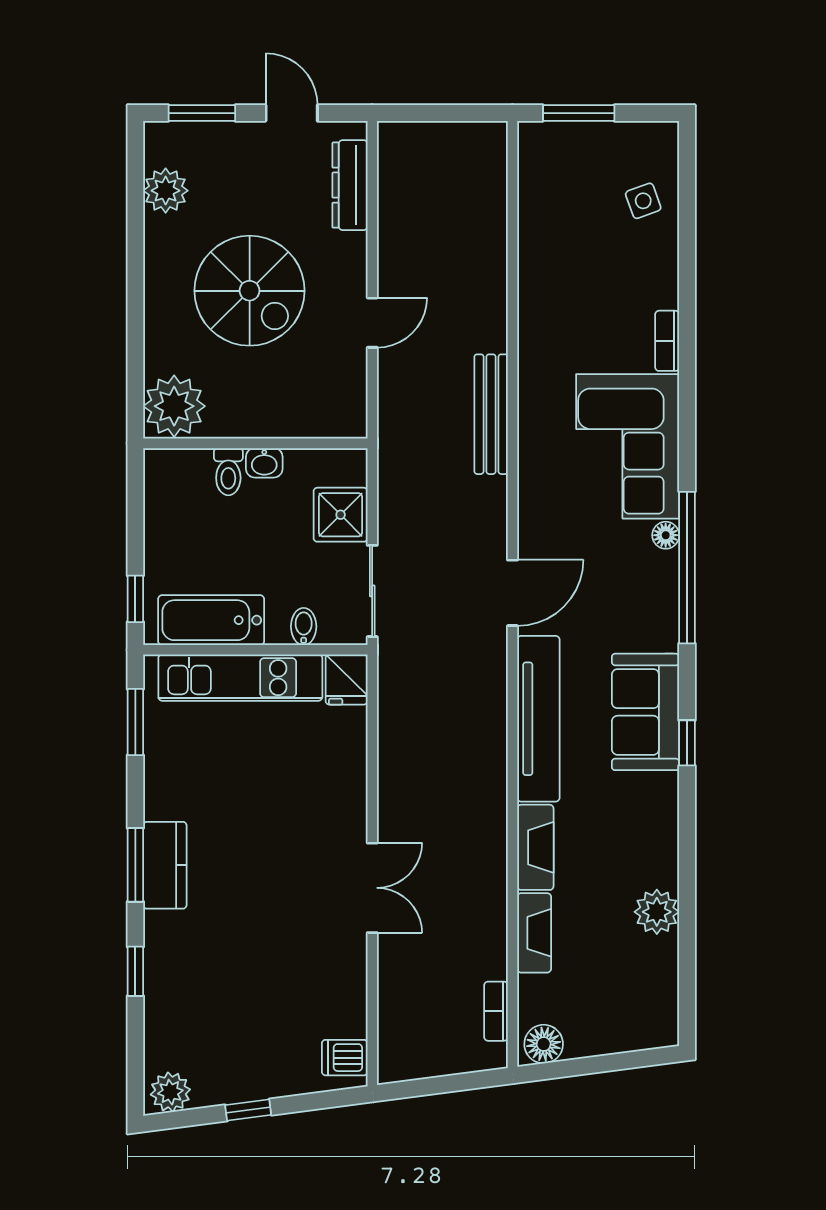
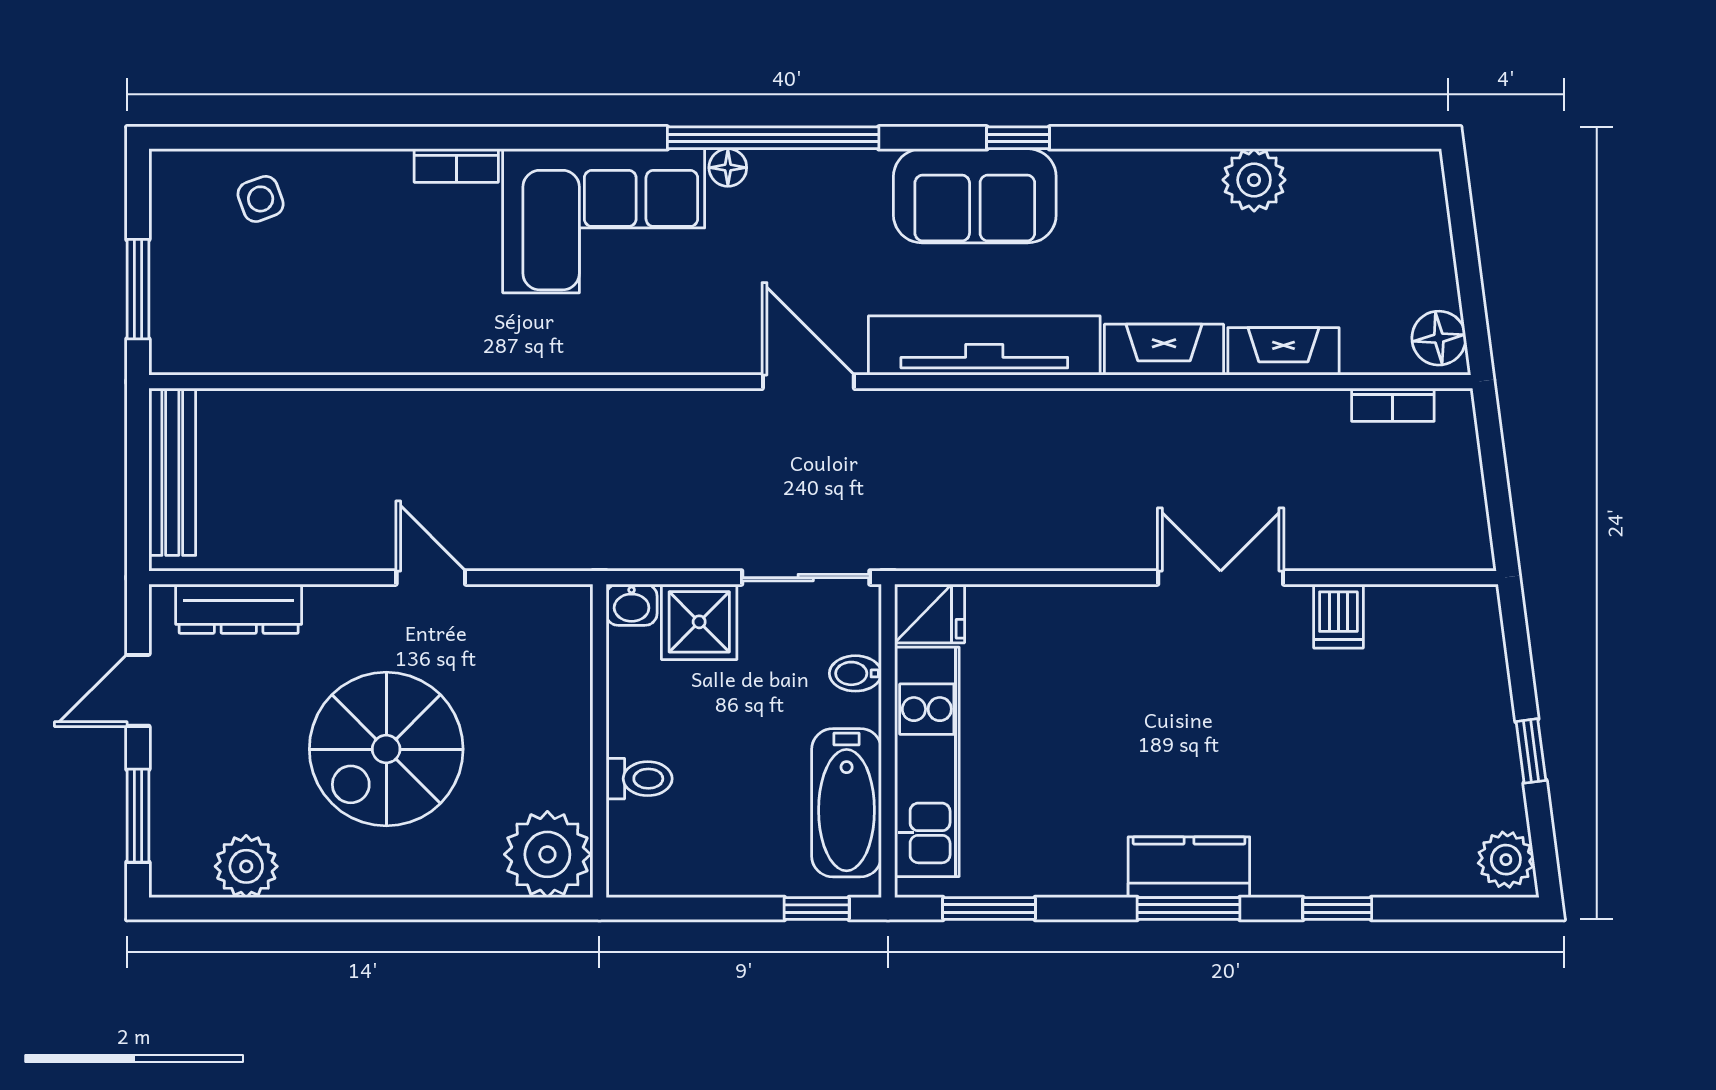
spiral stairs: (250, 291) -> (386, 749), turned 180
bench: (491, 414) -> (172, 472), moved, turned 90
washbasin: (264, 463) -> (632, 605), moved, turned 90
dishwasher: (345, 1058) -> (1338, 616), moved

